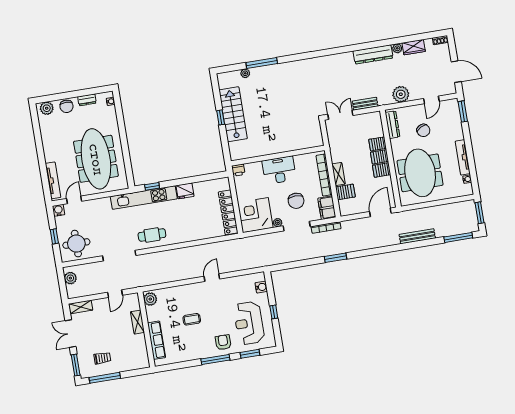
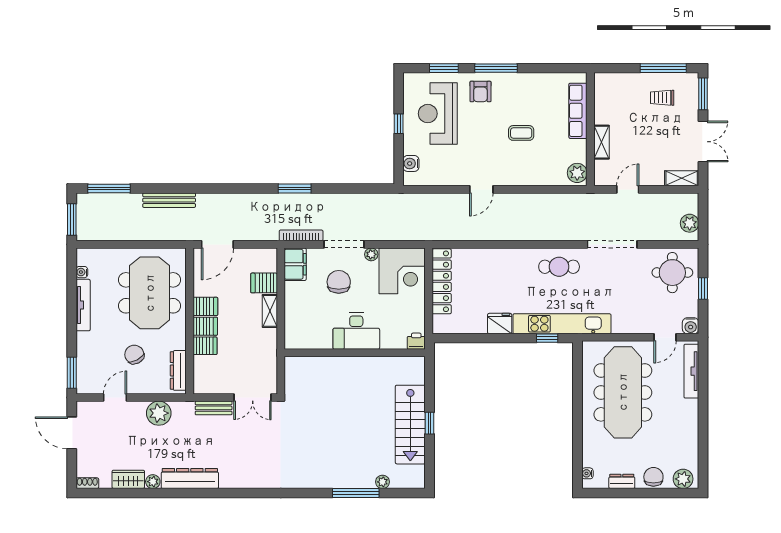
bookcase: (324, 175) -> (291, 313), removed
reception desk: (249, 323) -> (438, 114), turned 180

